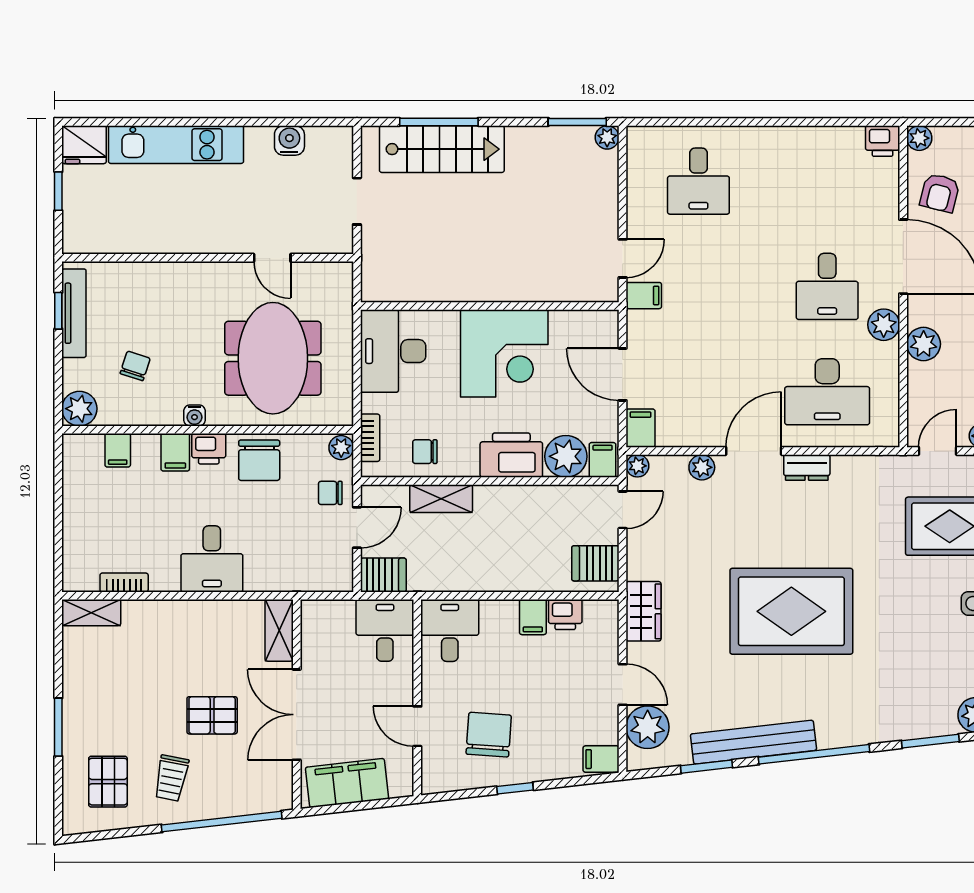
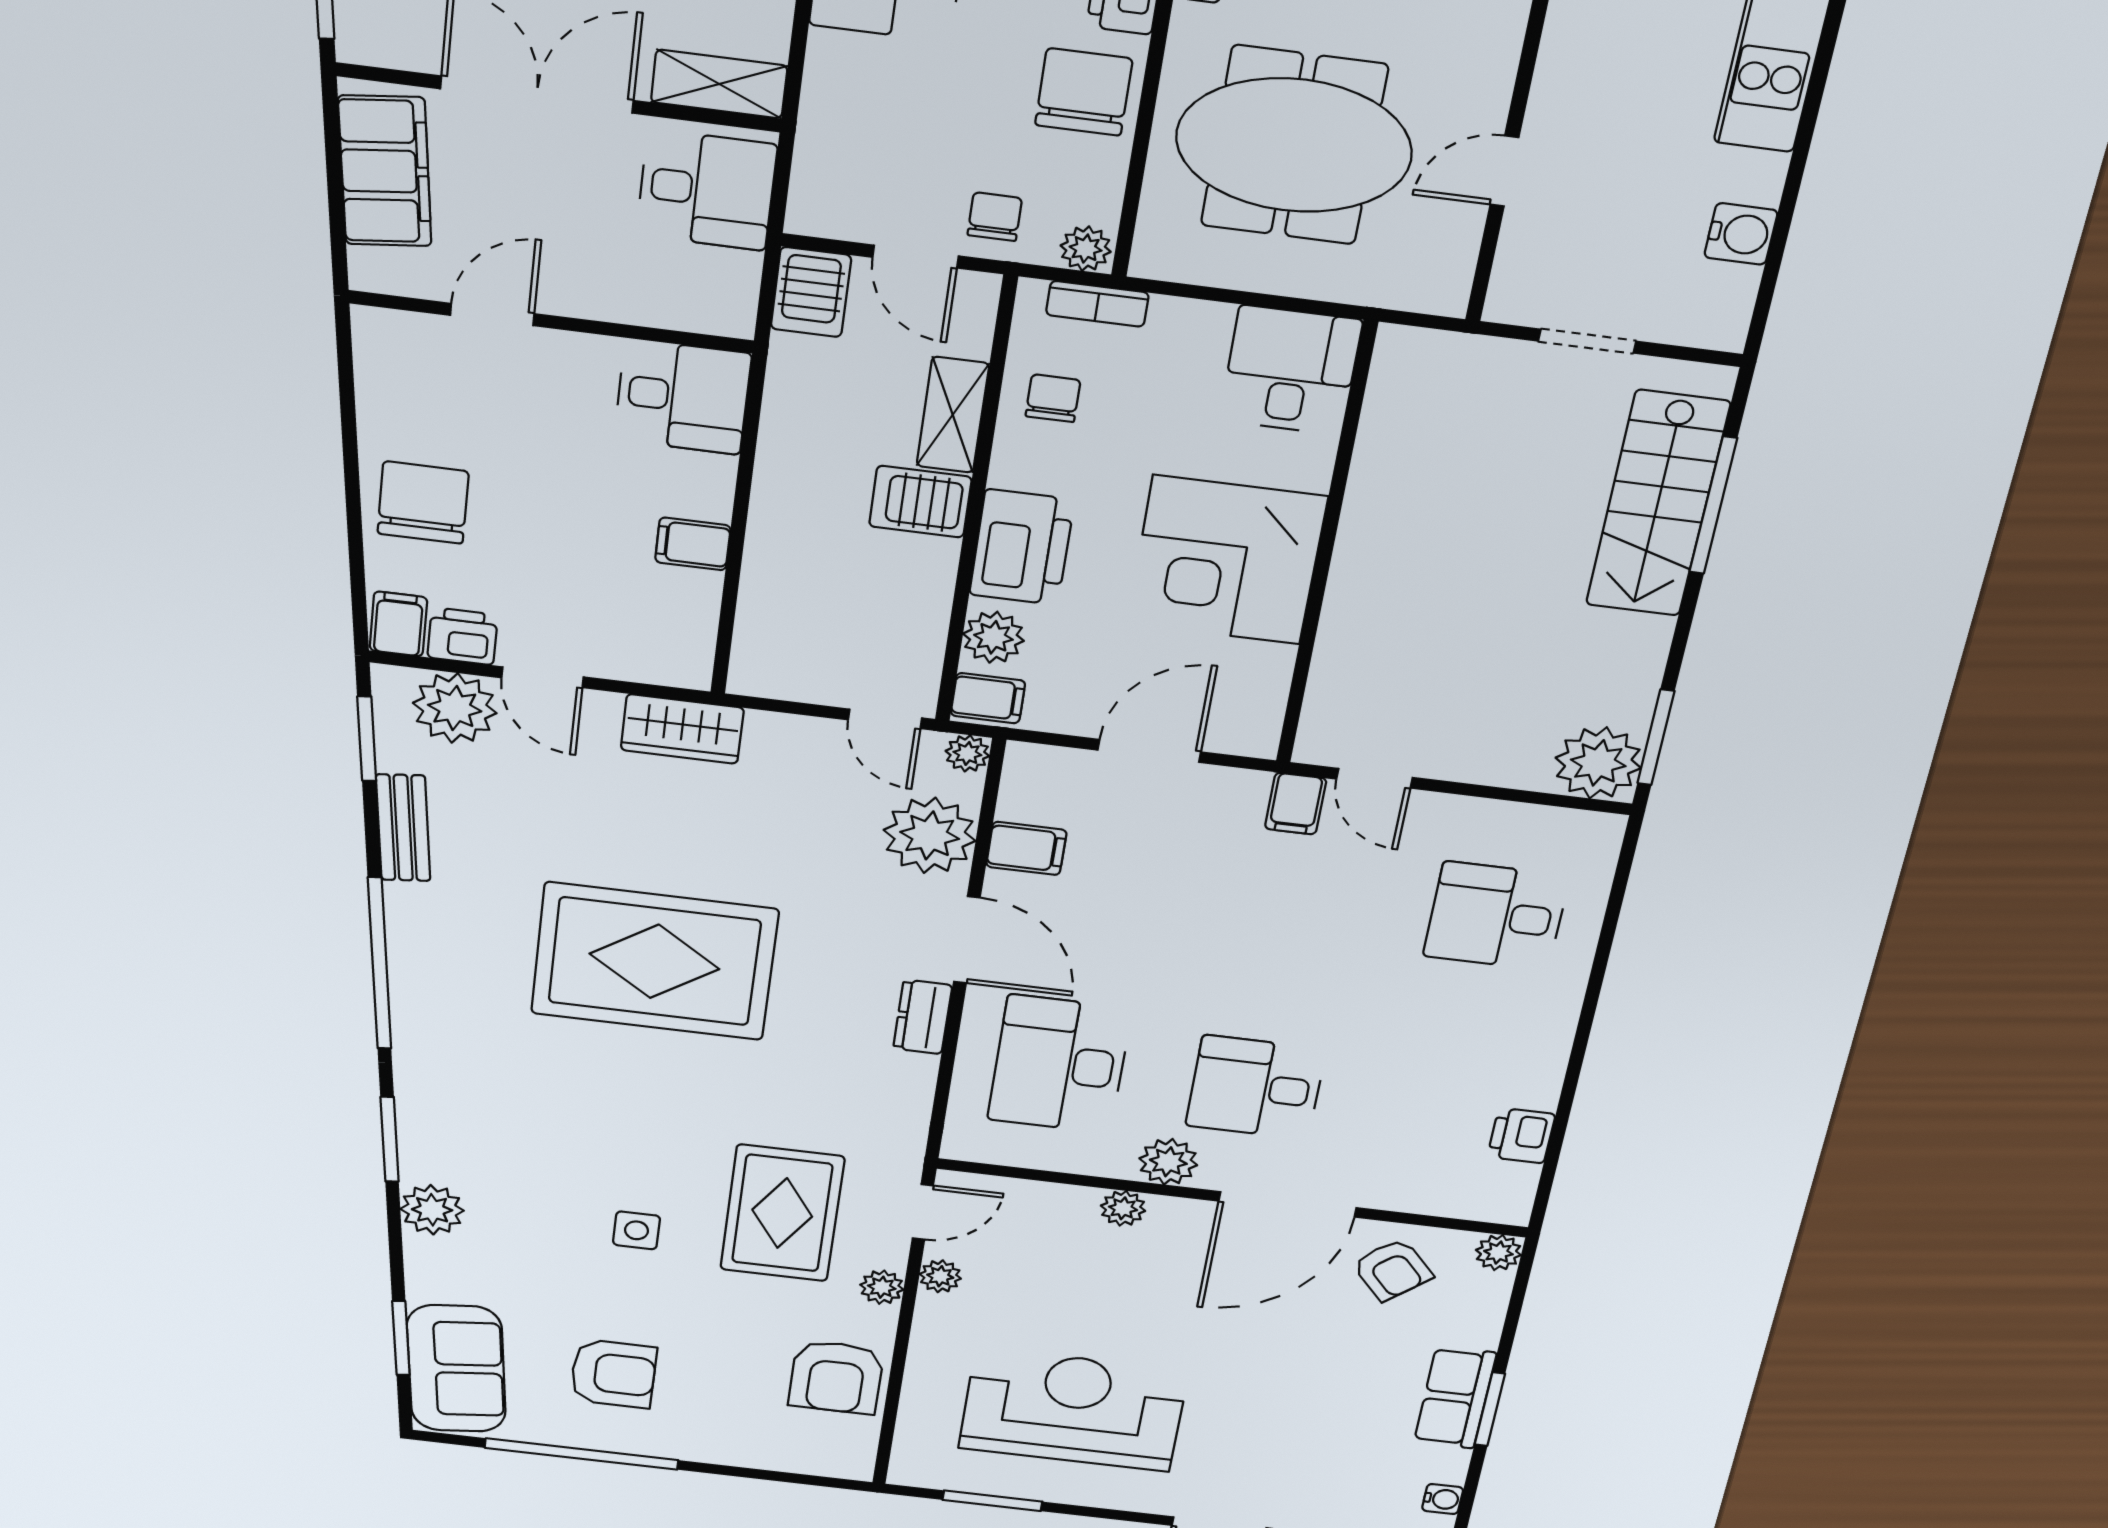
plant: (607, 137) -> (1598, 763), width x1.88, depth x1.88
printer: (883, 141) -> (1521, 1136), moved
armchair: (940, 193) -> (1392, 1270), turned -145
plant: (924, 344) -> (1123, 1208), width x0.73, depth x0.73
desk: (393, 351) -> (1291, 370), width x0.73
filing cabinet: (641, 428) -> (1026, 848), moved
door: (937, 451) -> (923, 1212), hinge flipped
plant: (566, 456) -> (993, 637), width x0.73, depth x0.73
chair: (259, 460) -> (1084, 92), turned 90
plant: (702, 467) -> (930, 835), width x1.88, depth x1.88
server rack: (595, 563) -> (920, 502), moved, turned -90
rug: (791, 611) -> (654, 961), turned 90
printer: (565, 615) -> (462, 636), moved, turned 90
desk: (385, 630) -> (707, 190), moved
door: (623, 684) -> (543, 677), hinge flipped
chair: (489, 735) -> (423, 503), moved, turned -94
bench: (753, 742) -> (403, 828), width x0.54, depth x0.82
window: (707, 767) -> (367, 739), moved
window: (515, 788) -> (351, 471), removed

